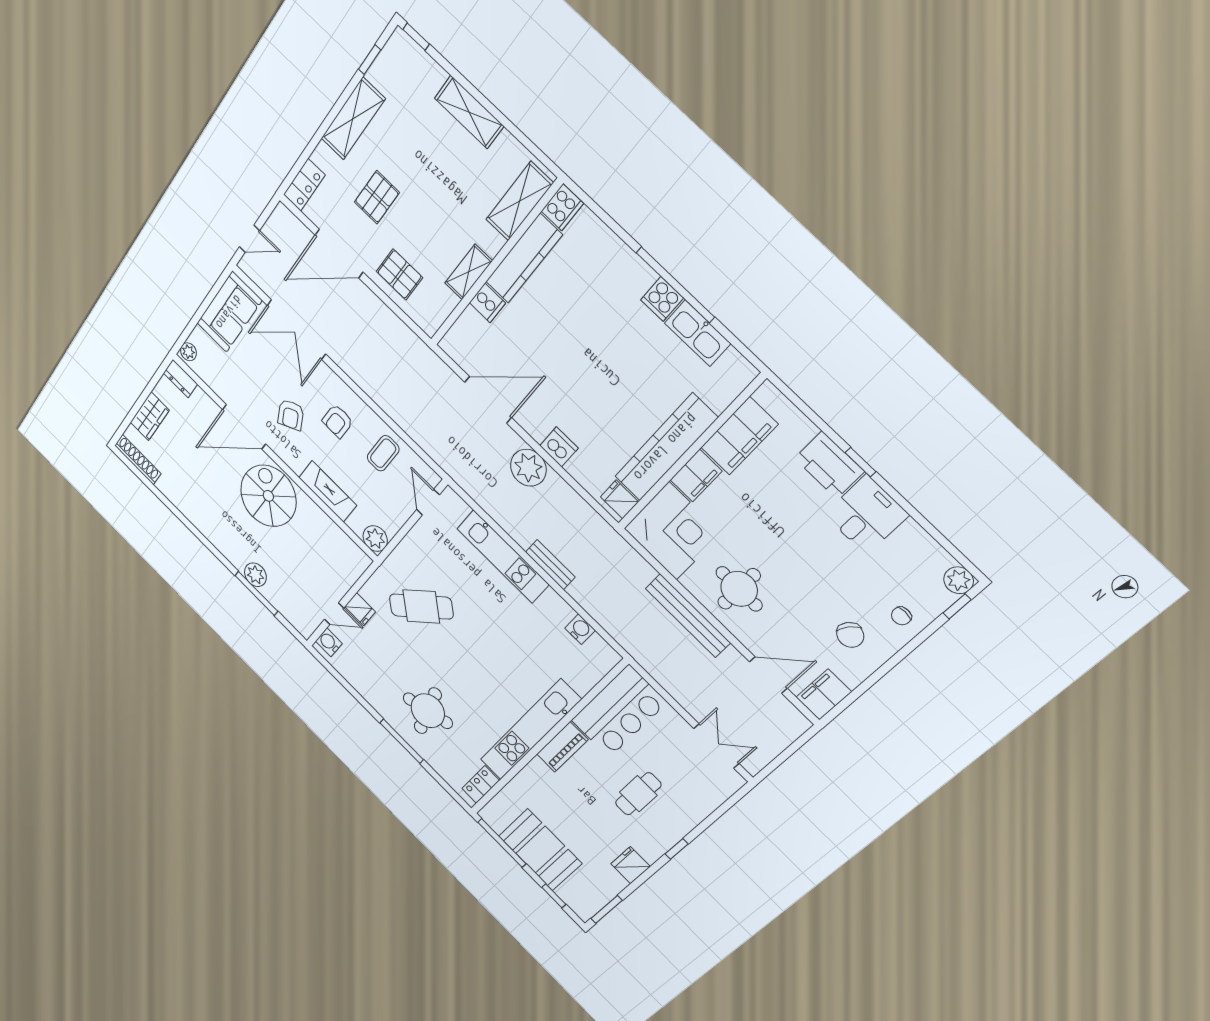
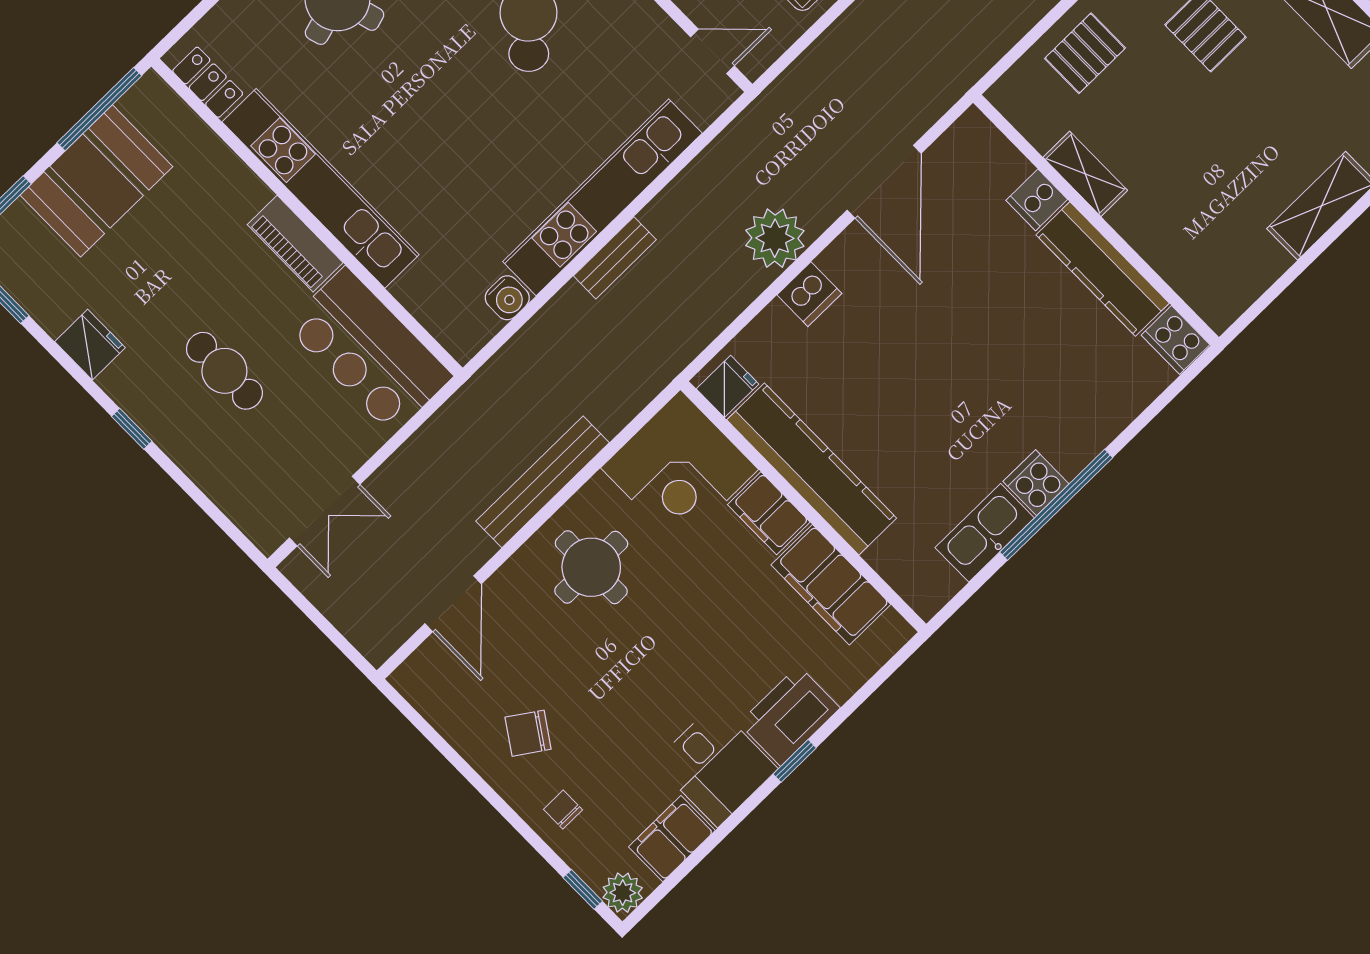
shelving: (519, 201) -> (1188, 272), removed
kitchen unit: (503, 557) -> (602, 197), width x1.36
filing cabinet: (824, 695) -> (672, 839), moved, turned -90

